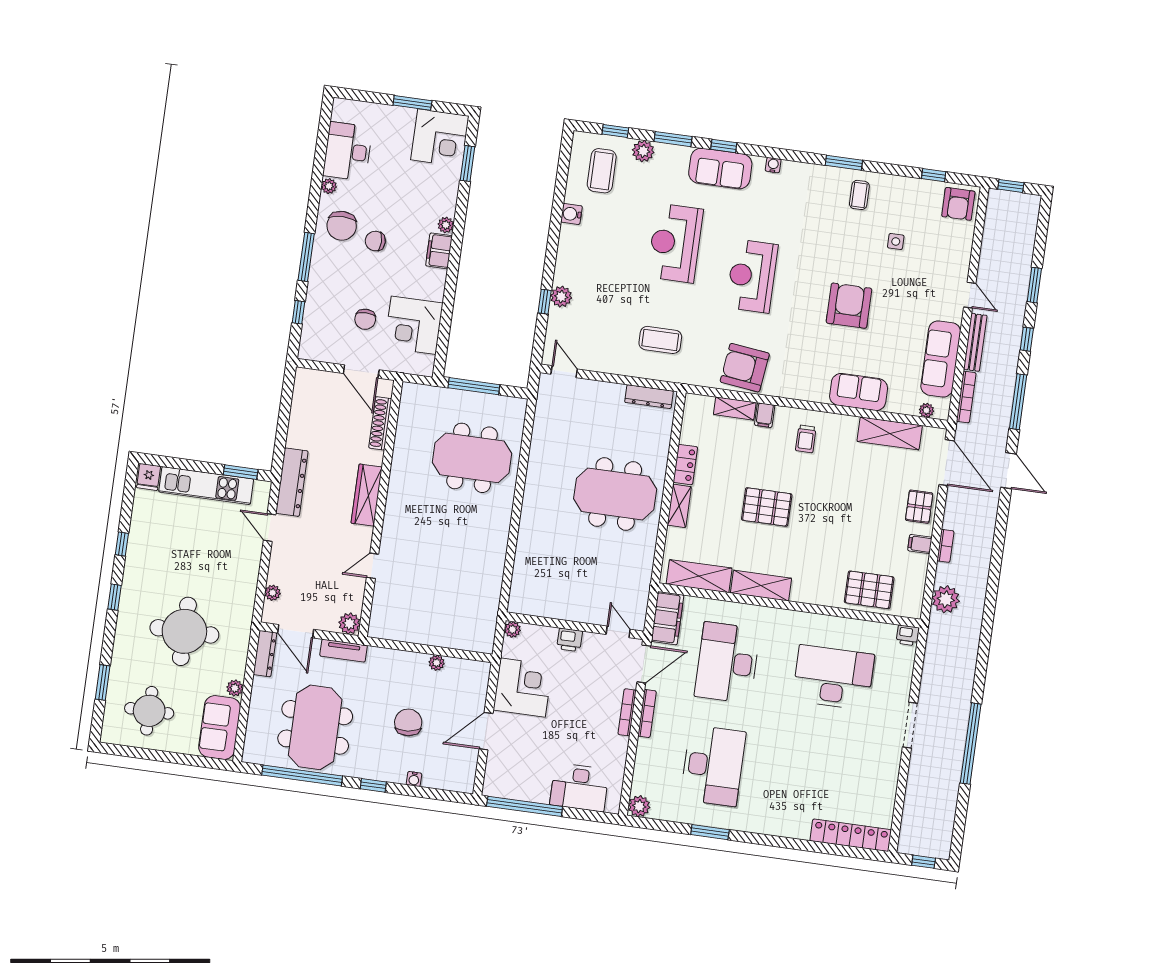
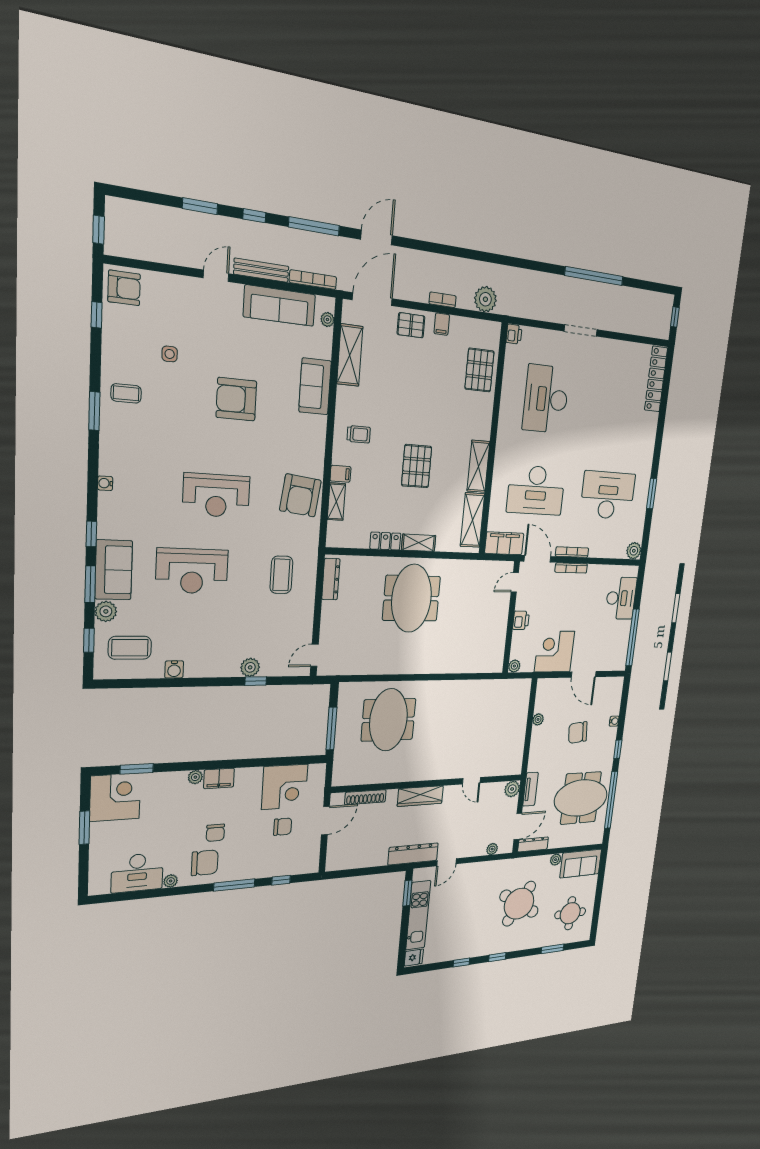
sofa: (720, 169) -> (114, 570), moved
round table: (184, 631) -> (519, 904), turned 32

